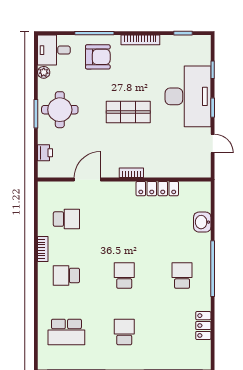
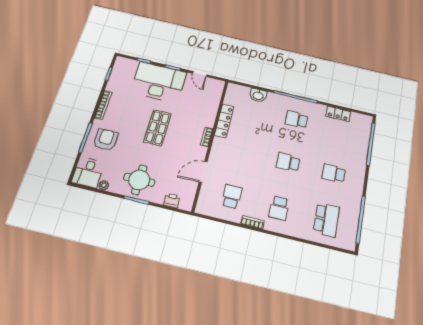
door: (213, 143) -> (200, 74), swing flipped
door: (87, 179) -> (203, 172), hinge flipped

